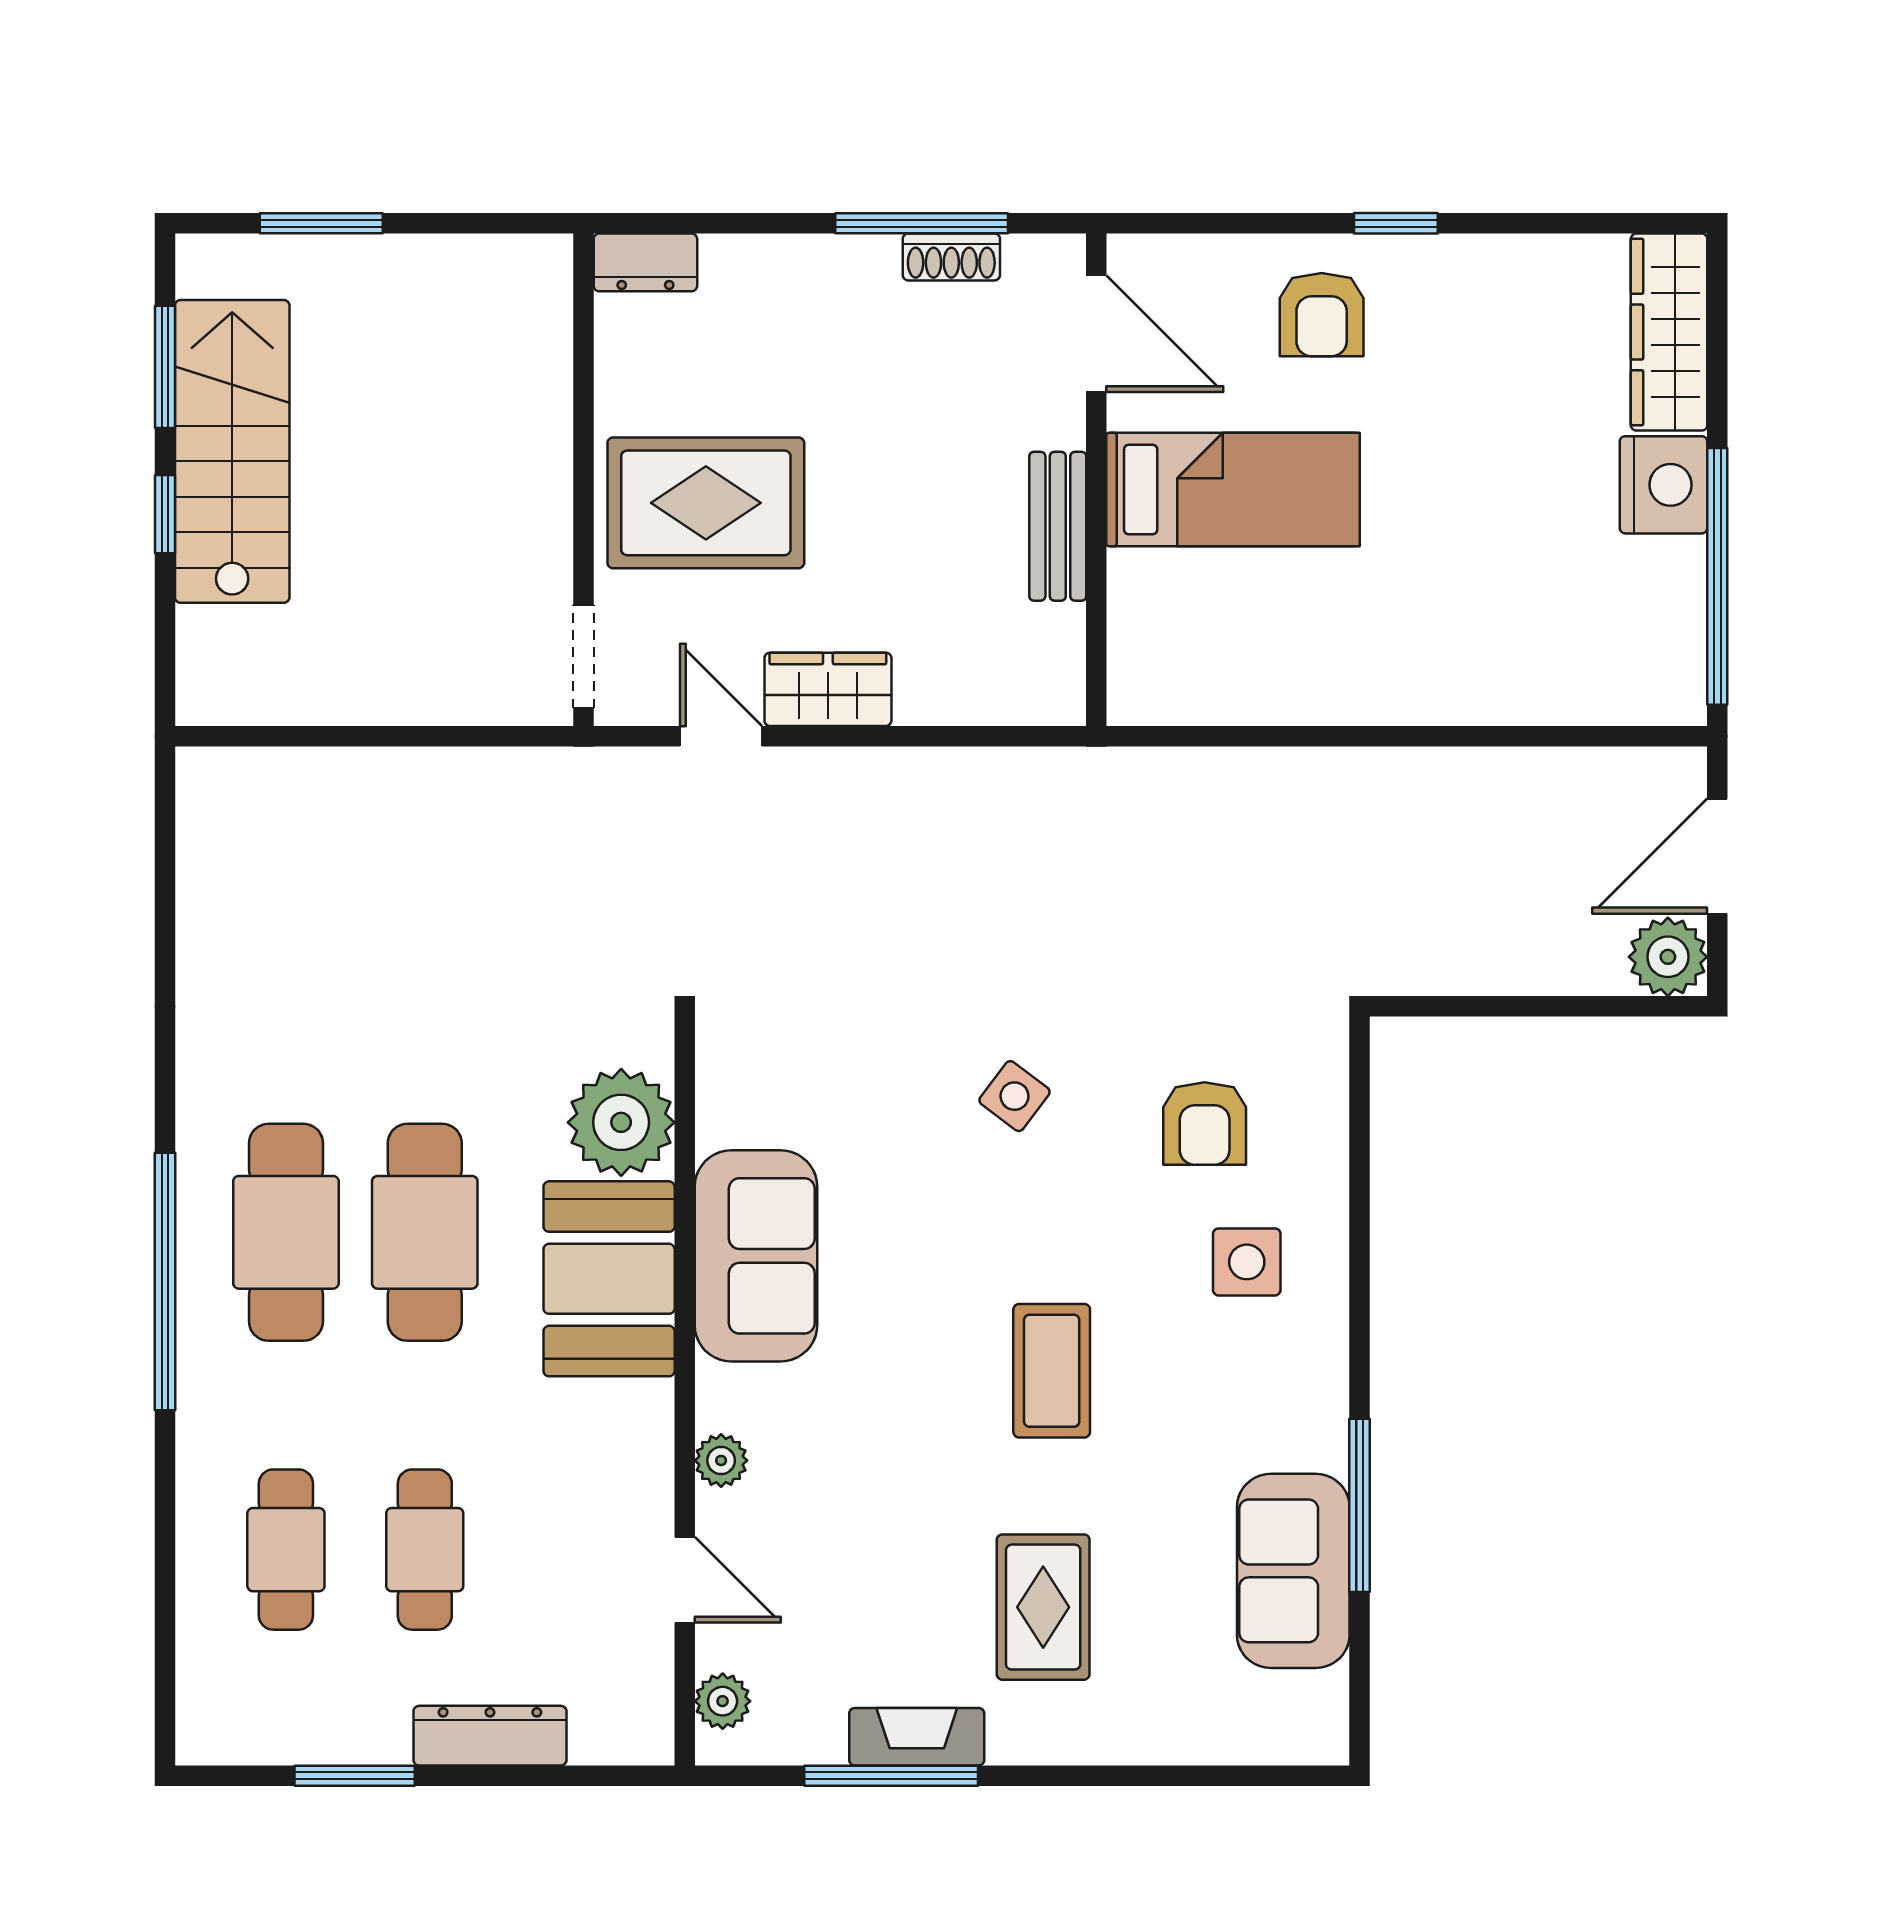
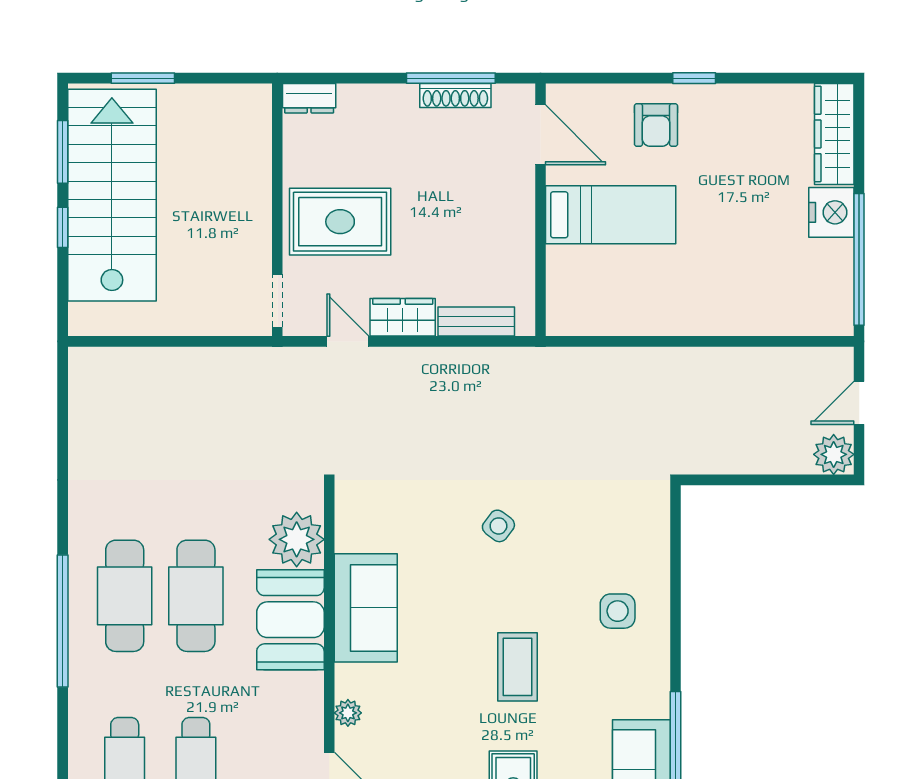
shoe rack: (951, 257) -> (455, 95), width x1.43
stairs: (232, 451) -> (112, 195), width x1.36, depth x1.51
bench: (1058, 526) -> (476, 322), moved, turned 90
door: (1717, 856) -> (859, 403), width x0.73
armchair: (1205, 1123) -> (596, 540), removed

